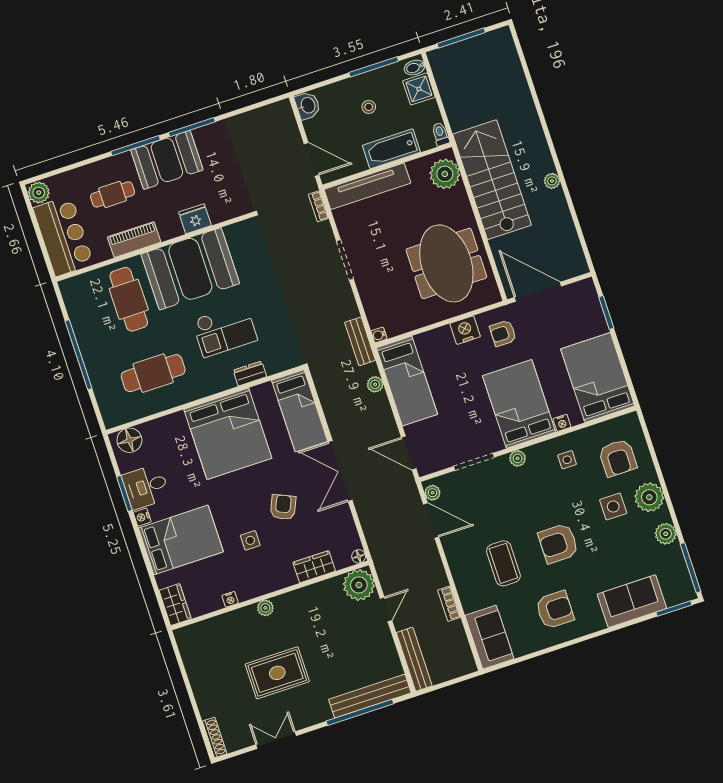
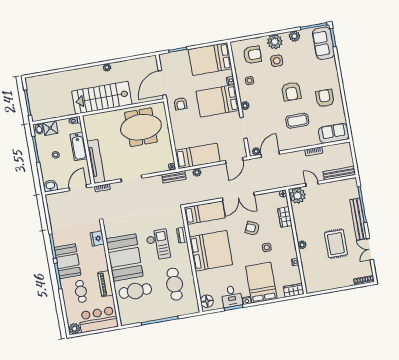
plant: (445, 174) -> (95, 121), removed
fridge: (195, 219) -> (97, 239), moved
nightstand: (465, 330) -> (176, 123), removed
sofa: (632, 601) -> (323, 43), moved
bench: (370, 696) -> (358, 219), moved

